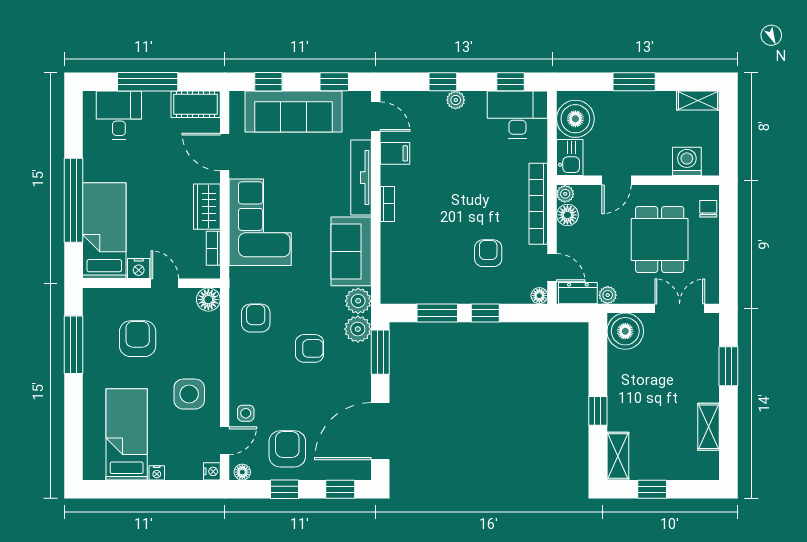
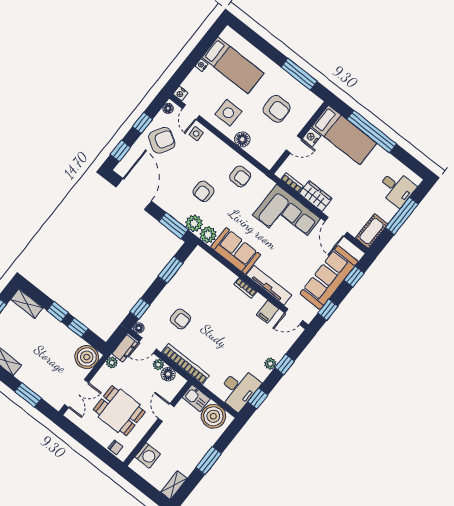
door: (225, 152) -> (336, 227), swing flipped
plant: (565, 194) -> (158, 365), moved
floor lamp: (208, 300) -> (242, 139), moved
window: (485, 313) -> (140, 308), moved
window: (598, 371) -> (78, 328), added
armchair: (287, 449) -> (162, 140), turned -59

